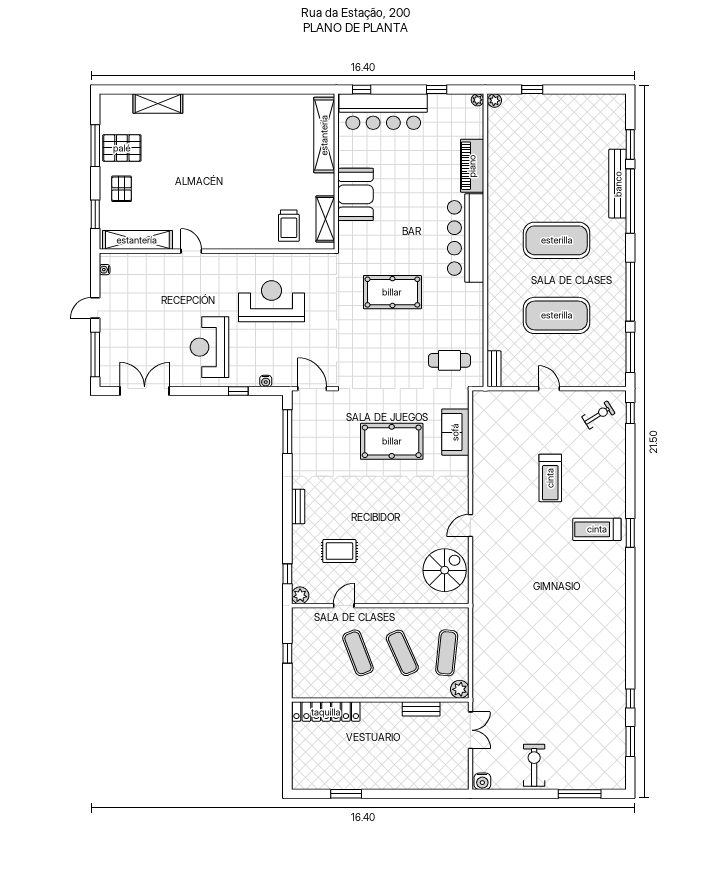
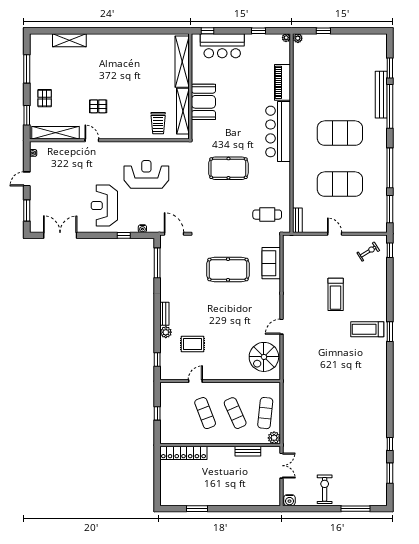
bar counter: (383, 112) -> (222, 46), width x0.73
pallet: (122, 148) -> (98, 106), moved, width x0.67, depth x0.71
shelving: (325, 219) -> (183, 111), width x1.47
window: (95, 354) -> (27, 211), width x0.69
spiral stairs: (445, 570) -> (264, 357), turned 180
plant: (300, 595) -> (166, 332), moved

